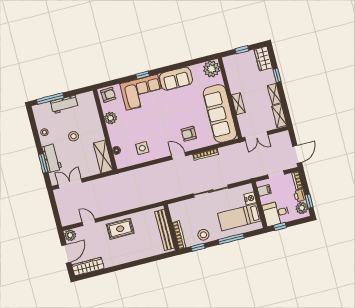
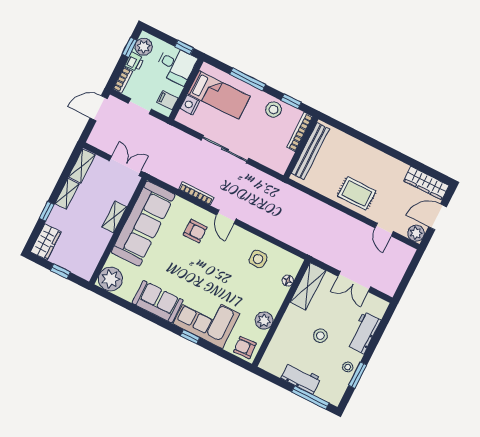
window: (43, 163) -> (358, 375), moved
double door: (70, 183) -> (354, 282), moved

